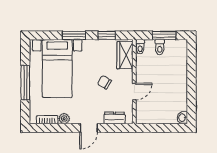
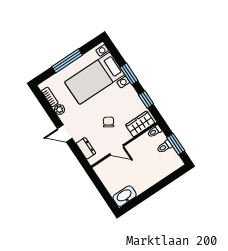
washbasin: (182, 118) -> (125, 196), width x1.91, depth x1.45

